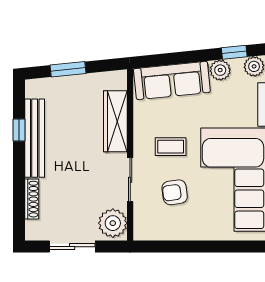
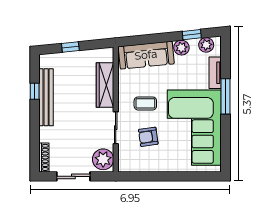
window: (68, 69) -> (70, 47), width x0.67
shoe rack: (32, 199) -> (44, 157), moved

